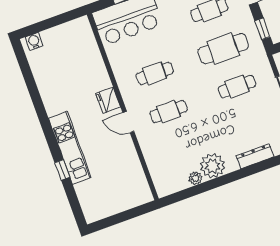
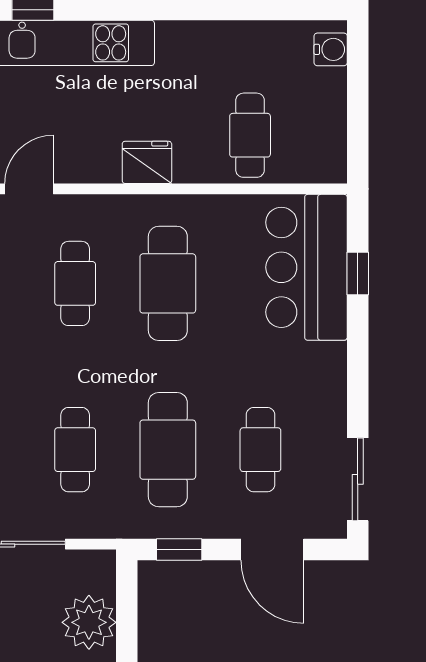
cafe table: (81, 62) -> (250, 135), added
cafe table: (155, 73) -> (168, 283), width x1.37, depth x1.35
door: (128, 122) -> (29, 189), moved

